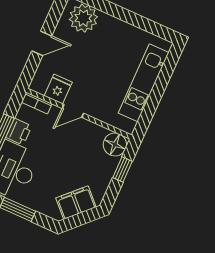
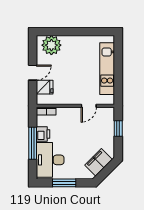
fridge: (58, 89) -> (45, 87), moved, turned 90
door: (73, 111) -> (89, 106), moved
floor lamp: (115, 145) -> (107, 115), removed

